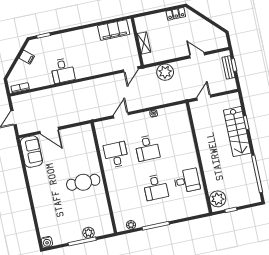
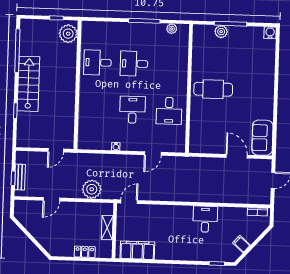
locker: (176, 14) -> (85, 252), moved
door: (197, 55) -> (51, 199), hinge flipped
stairs: (237, 132) -> (28, 84), moved
desk: (156, 187) -> (134, 64), turned -90

